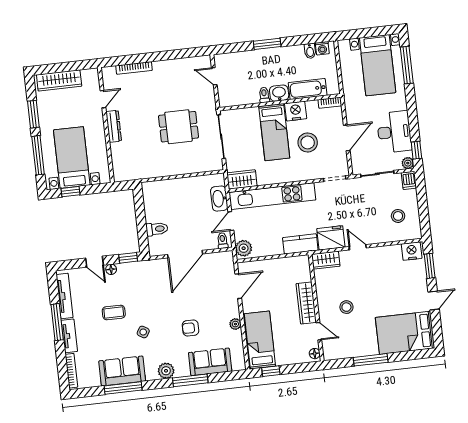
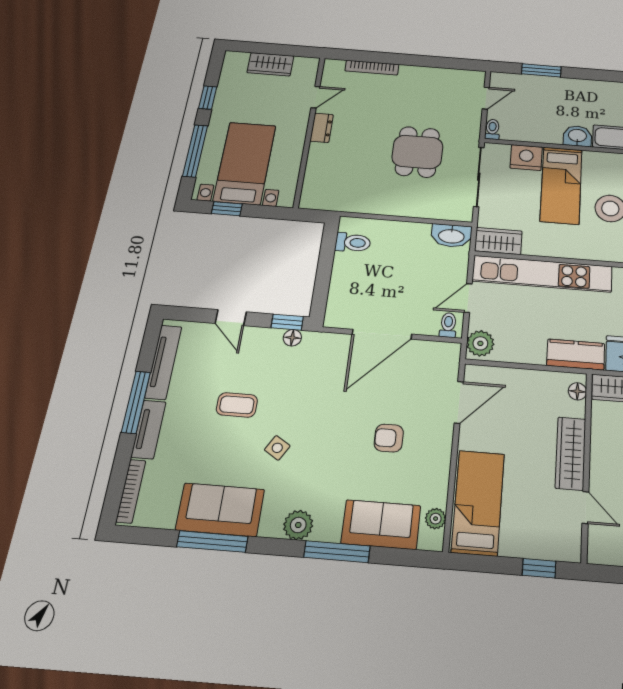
window: (267, 44) -> (541, 70), moved
door: (214, 76) -> (486, 98), swing flipped
wardrobe: (59, 80) -> (270, 64), width x0.67
toilet: (264, 95) -> (492, 129), moved
nightstand: (296, 111) -> (526, 158), moved
window: (33, 114) -> (208, 98), width x0.67
dresser: (114, 126) -> (322, 128), width x0.70
dining table: (179, 127) -> (417, 152), turned 90
washbasin: (219, 199) -> (451, 236), moved, turned -90
toilet: (157, 229) -> (353, 243), moved
floor lamp: (111, 269) -> (292, 338), moved
plant: (235, 324) -> (436, 519), moved
armchair: (190, 328) -> (389, 438), moved
floor lamp: (315, 354) -> (577, 391), moved
window: (271, 371) -> (539, 568), moved

